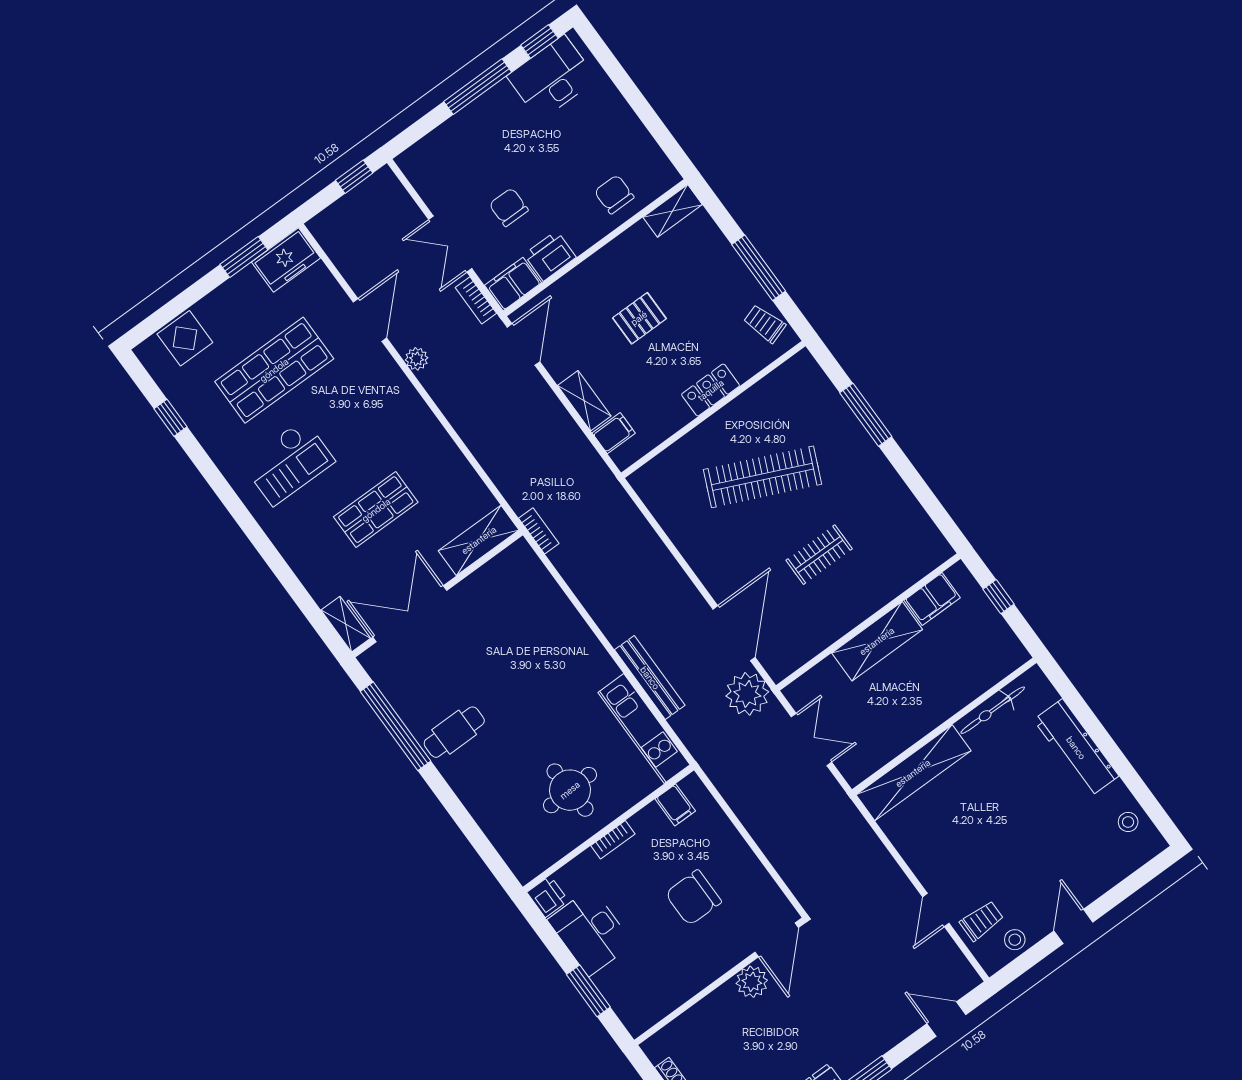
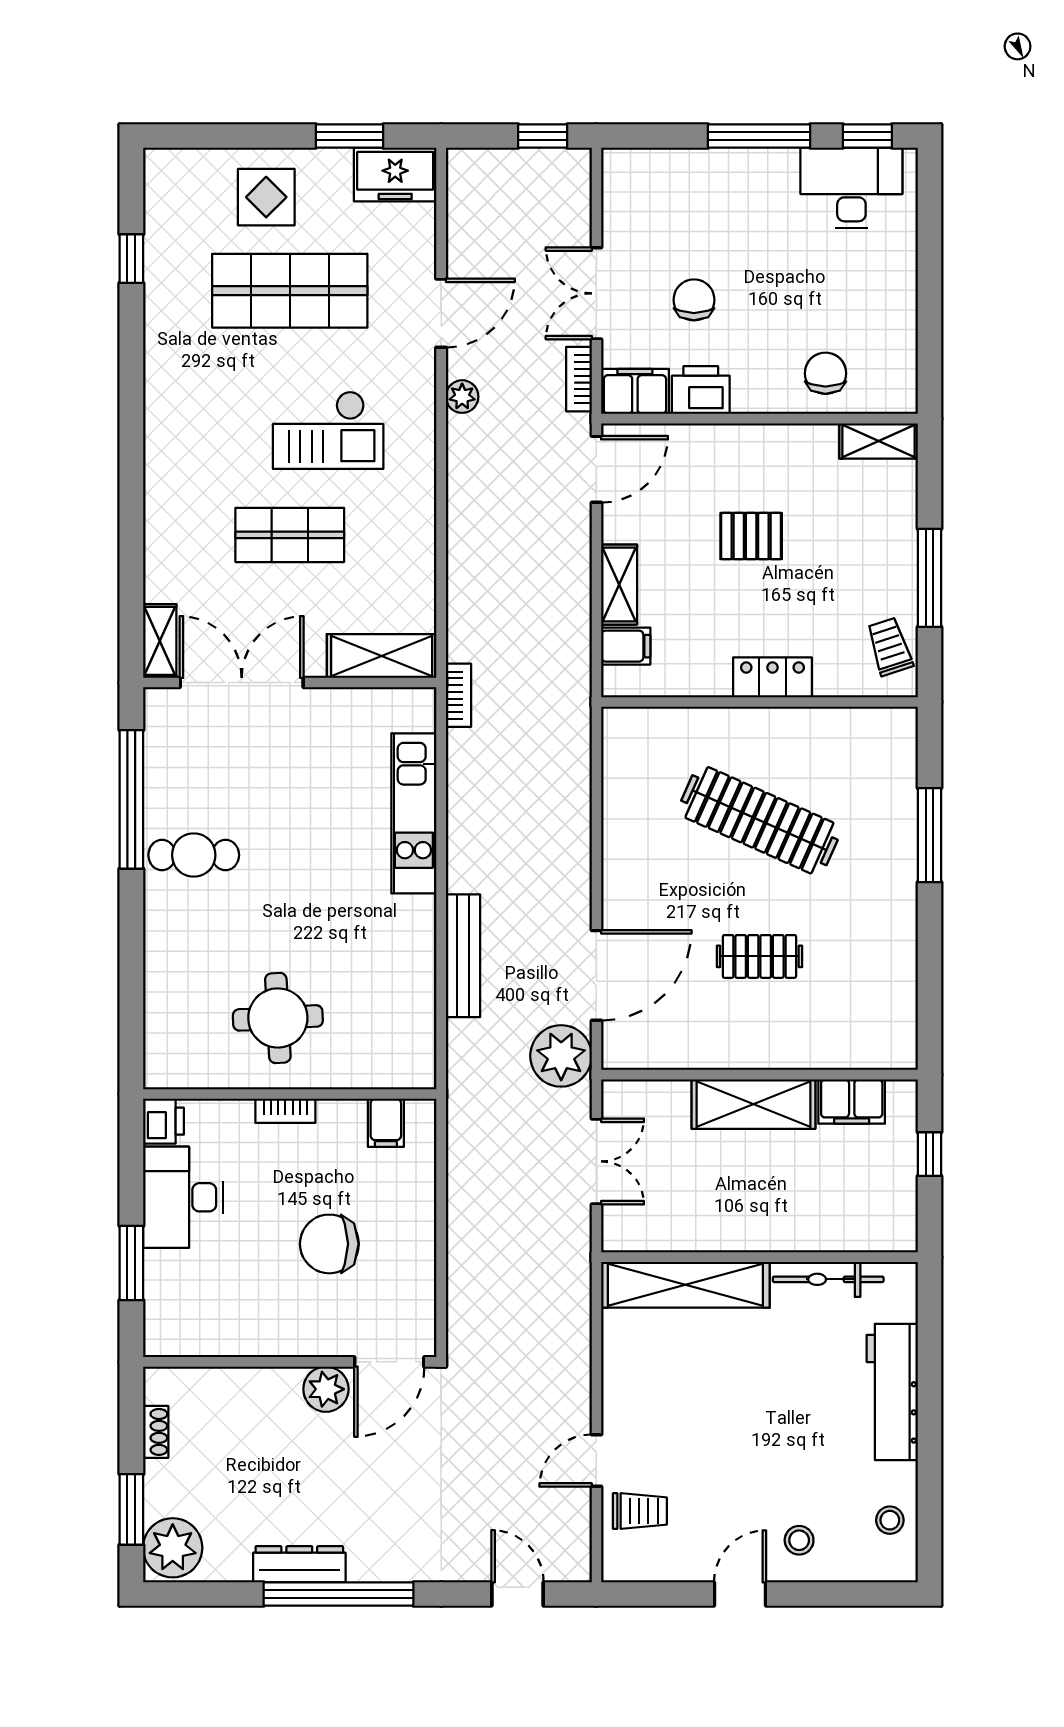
display table: (185, 338) -> (266, 197), moved
checkout: (288, 462) -> (328, 430), moved
kitchen unit: (644, 729) -> (414, 813), moved
stool: (1015, 940) -> (799, 1540), moved

